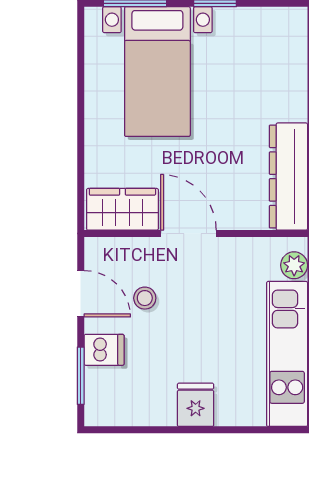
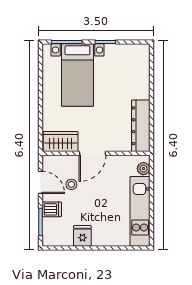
door: (188, 234) -> (92, 153), swing flipped
fridge: (196, 405) -> (82, 236), moved

